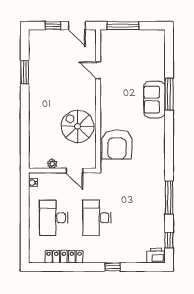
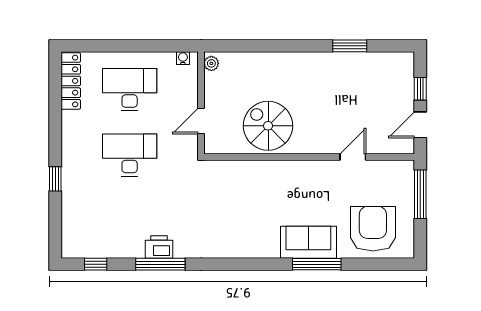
spiral stairs: (78, 126) -> (268, 126), turned -90
armchair: (117, 144) -> (373, 229), moved, turned 90
plant: (52, 164) -> (211, 63), moved
printer: (156, 256) -> (159, 247), moved, turned -90
locker: (64, 257) -> (71, 81), moved

